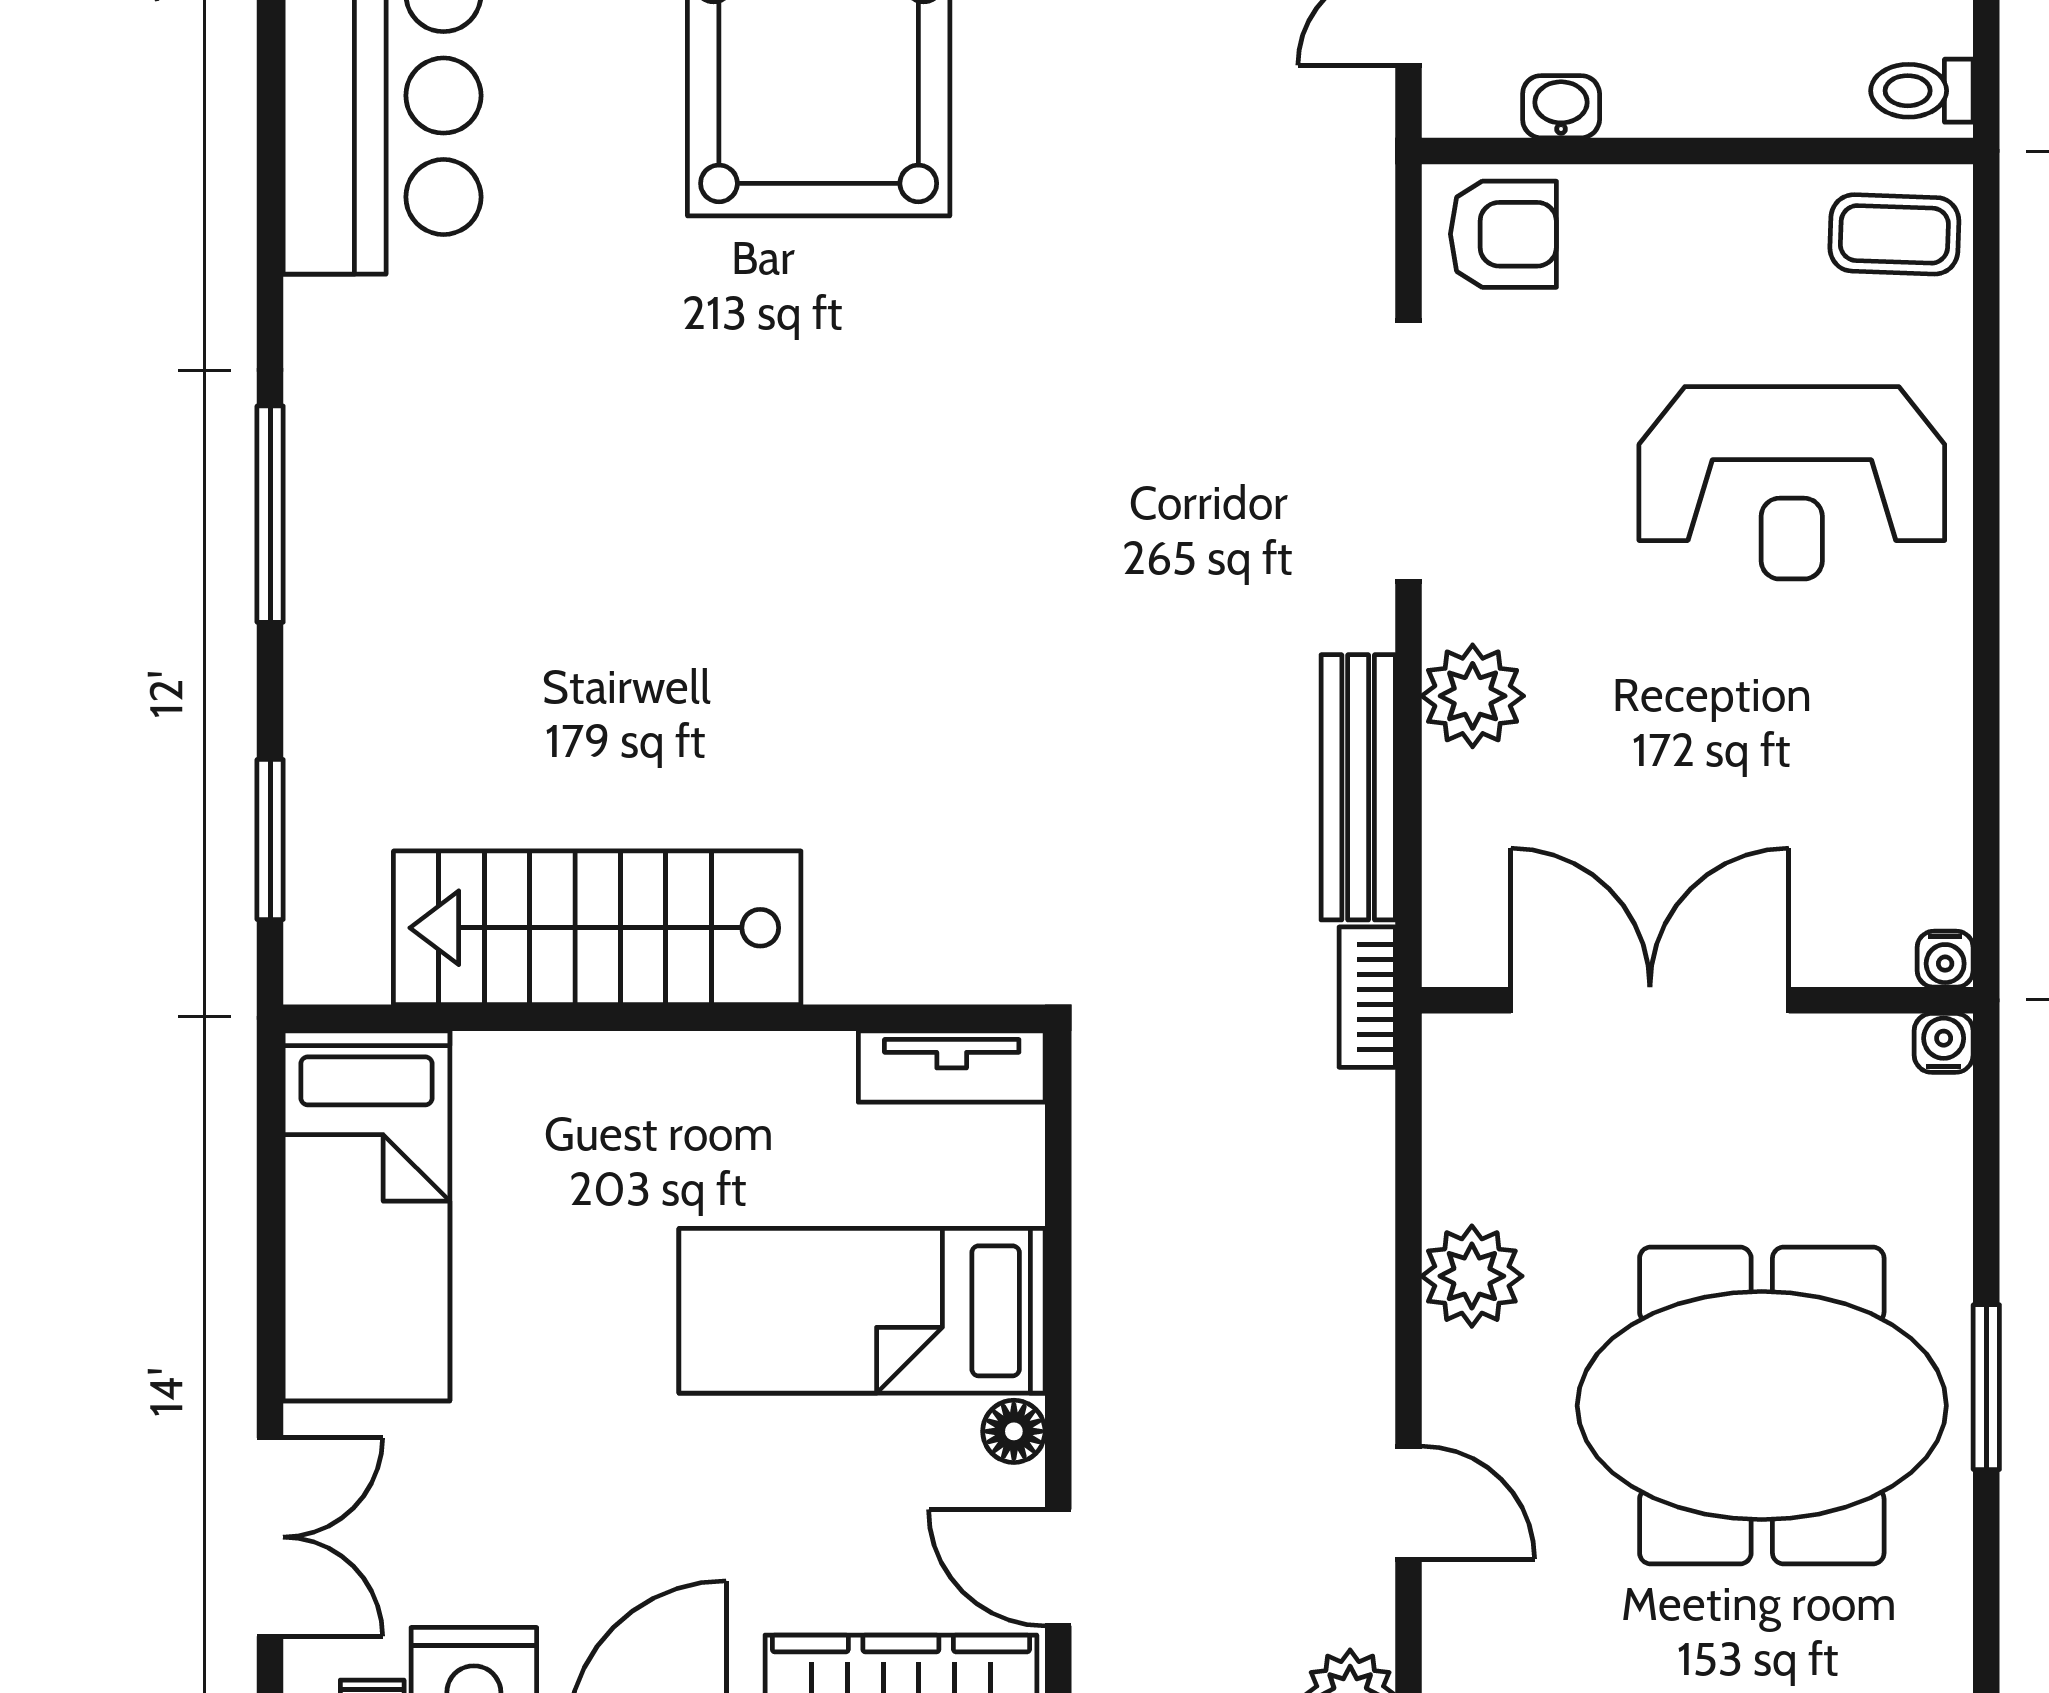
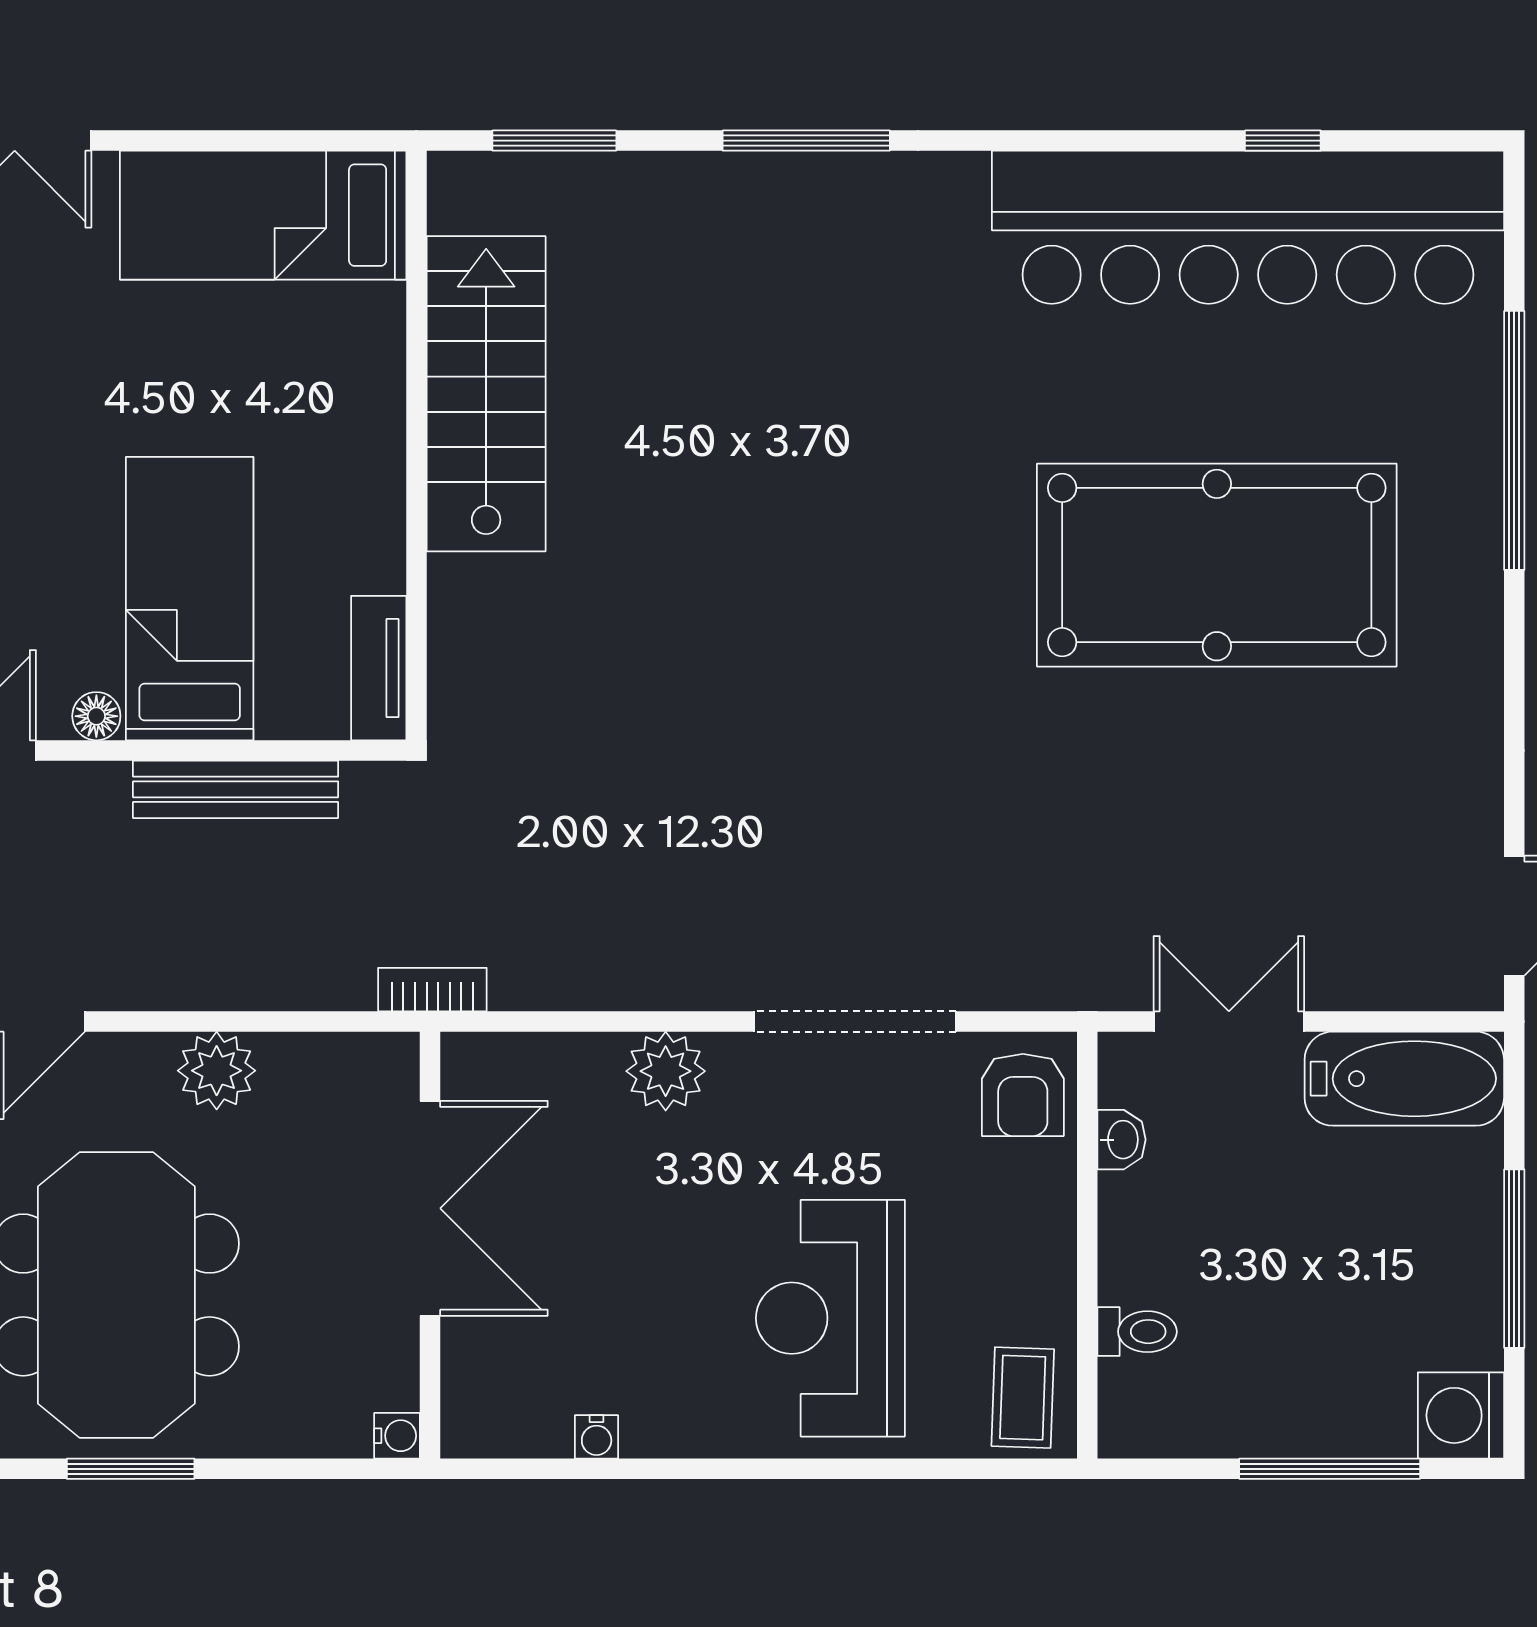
toilet: (1922, 91) -> (1137, 1332), moved, turned 90
bench: (1358, 787) -> (236, 789), moved
water cooler: (1945, 959) -> (597, 1437), moved, turned -90

